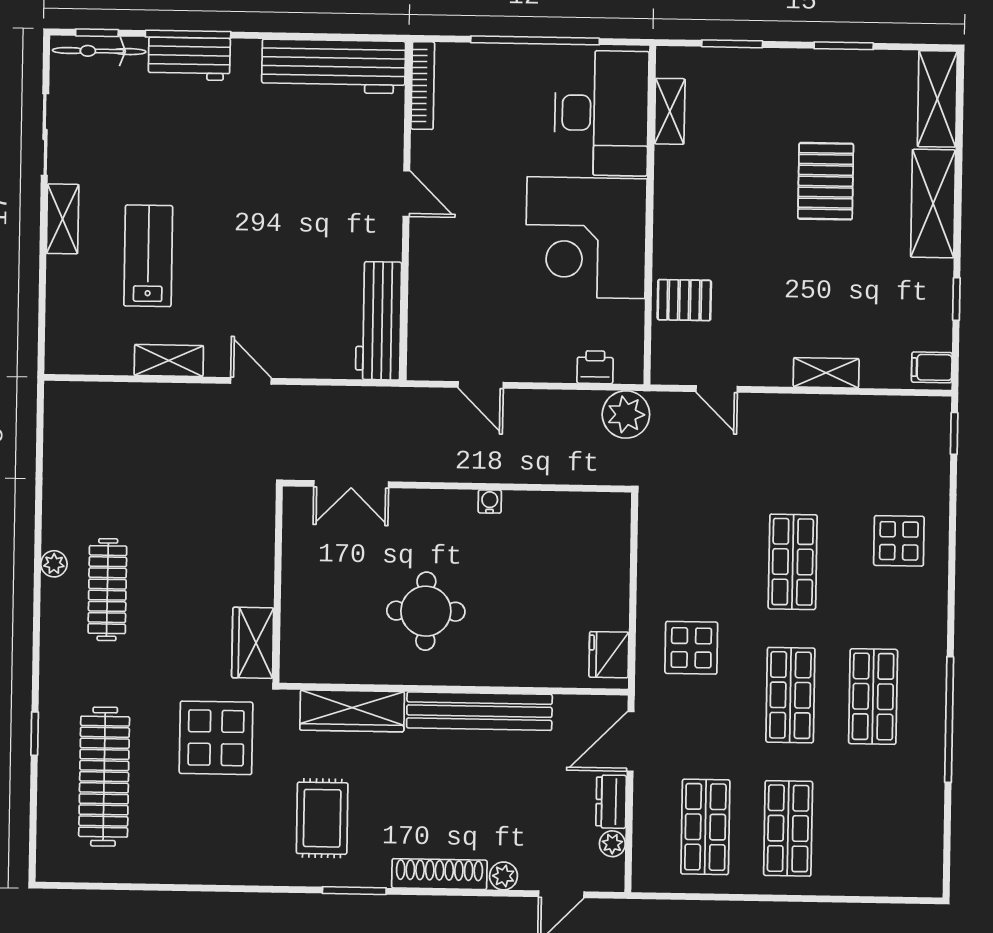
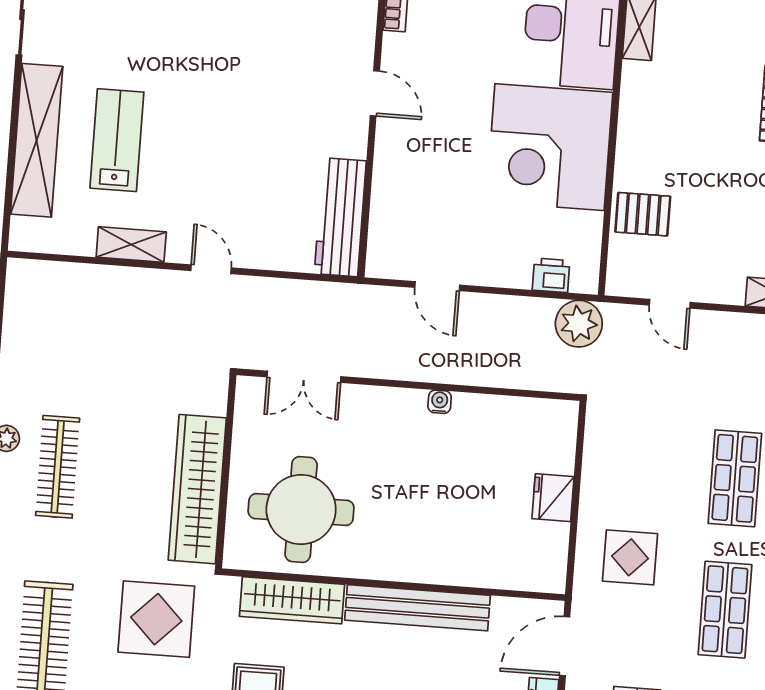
shelving: (63, 219) -> (37, 140), width x2.20, depth x1.33
round table: (426, 611) -> (301, 510), moved, width x1.36, depth x1.36
wardrobe: (253, 643) -> (197, 489), width x2.10, depth x1.17
fridge: (609, 655) -> (553, 498), moved

